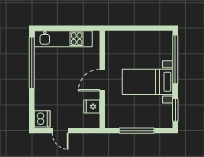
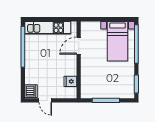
door: (102, 80) -> (79, 46), moved
bed with nightstands: (148, 82) -> (118, 41), moved, turned -90

